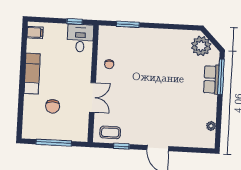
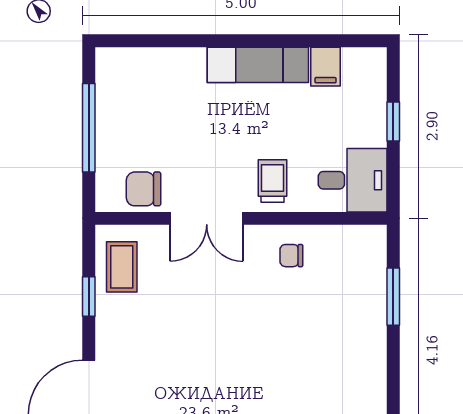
window: (75, 21) -> (393, 121), moved
filing cabinet: (35, 33) -> (326, 67), moved
trolley: (79, 70) -> (272, 181), added
chair: (53, 106) -> (143, 189), moved

